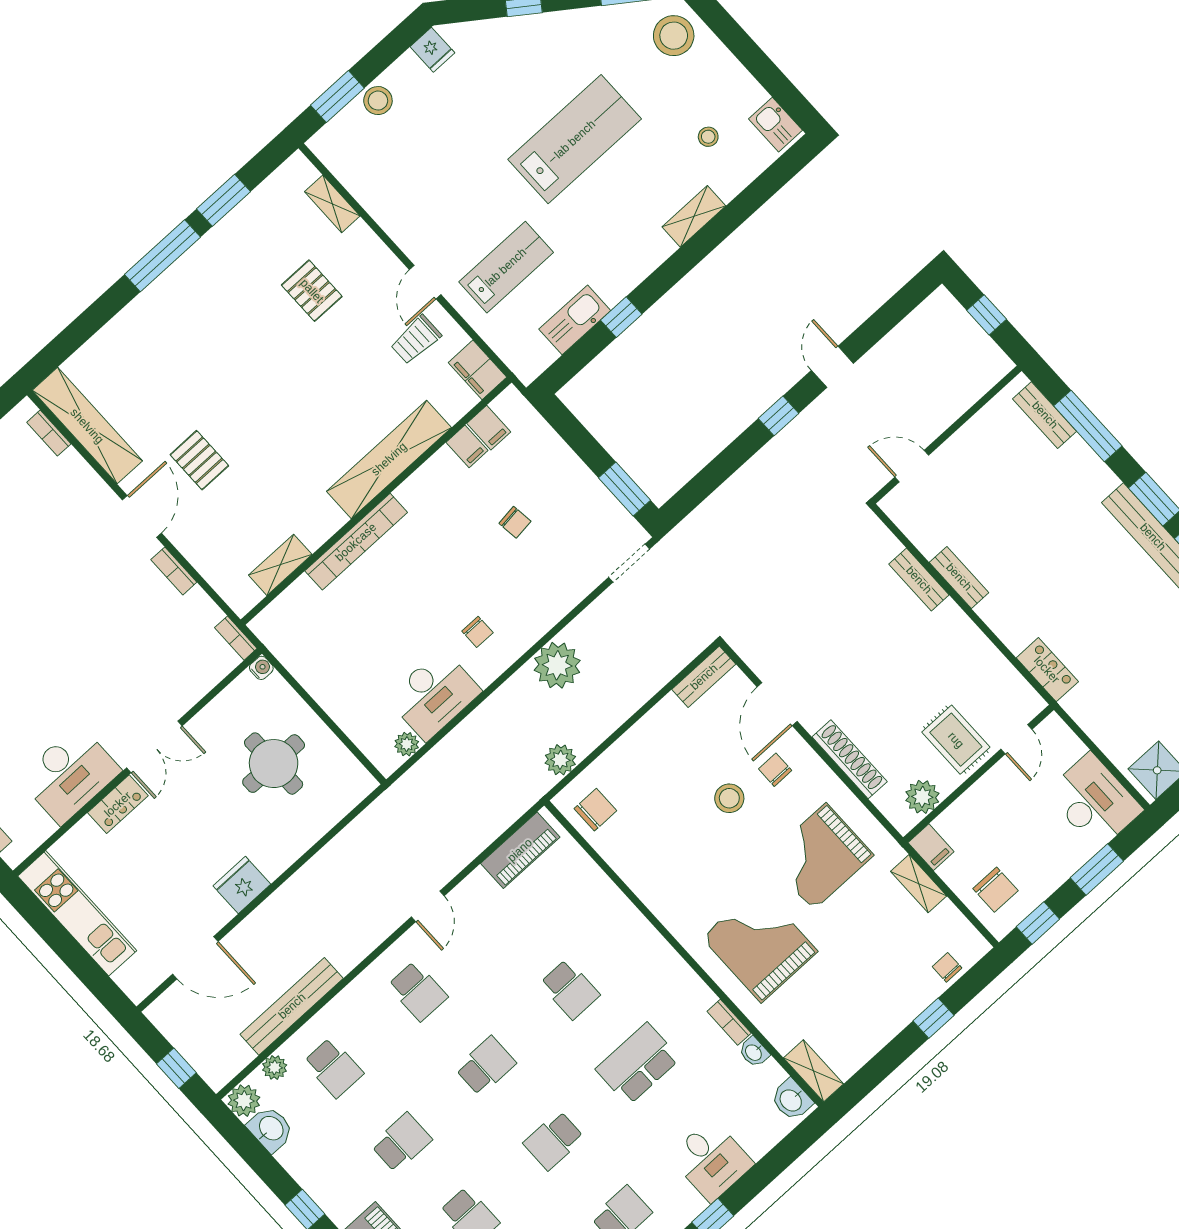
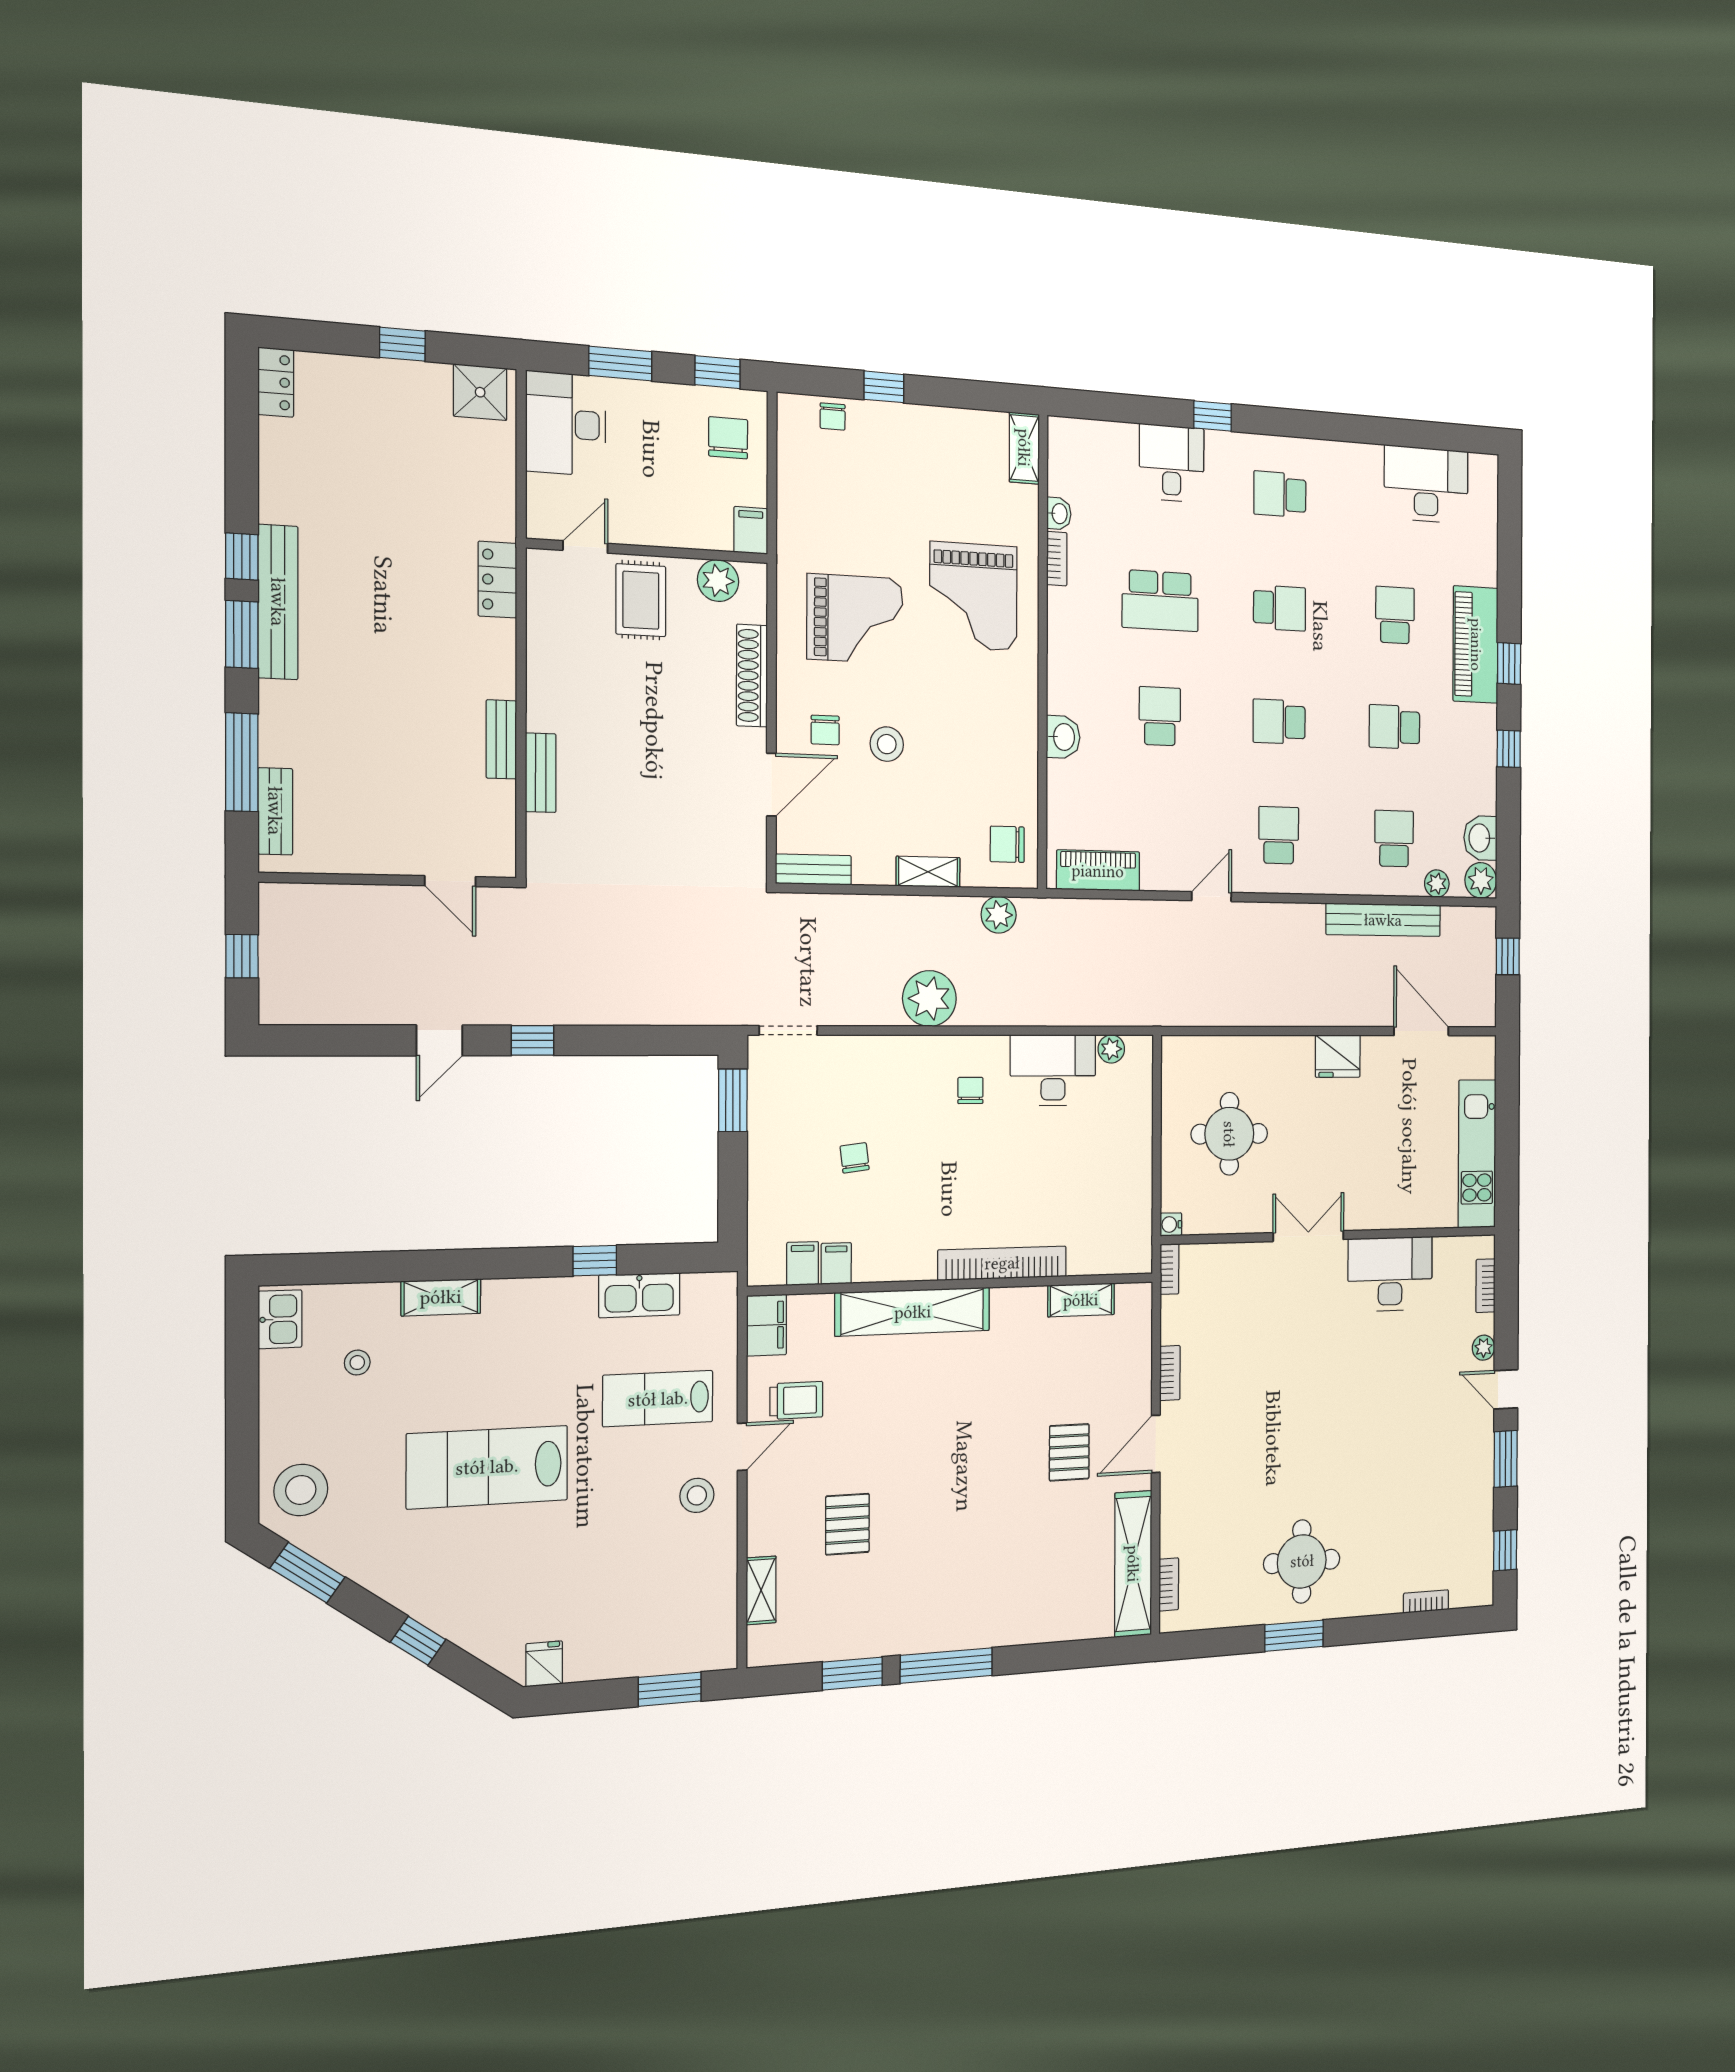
stool: (378, 101) -> (697, 1495), moved
locker: (118, 804) -> (1375, 1214), removed
shelving: (919, 884) -> (928, 872), moved, turned 90
washbasin: (791, 1100) -> (1063, 737), moved

